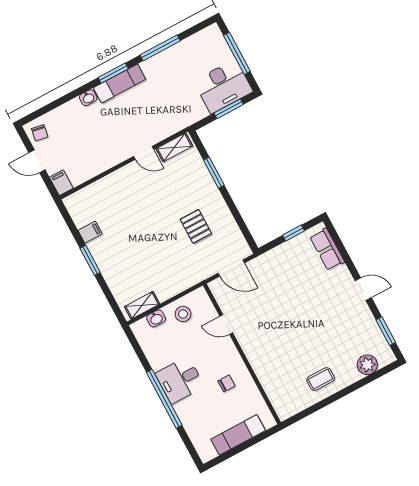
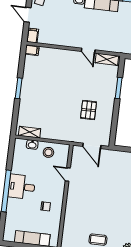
filing cabinet: (90, 232) -> (32, 50), moved

